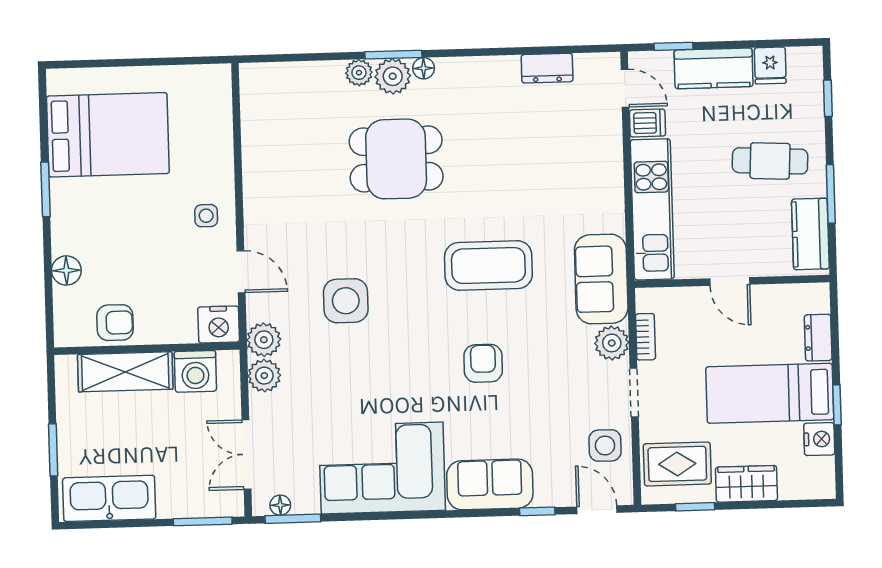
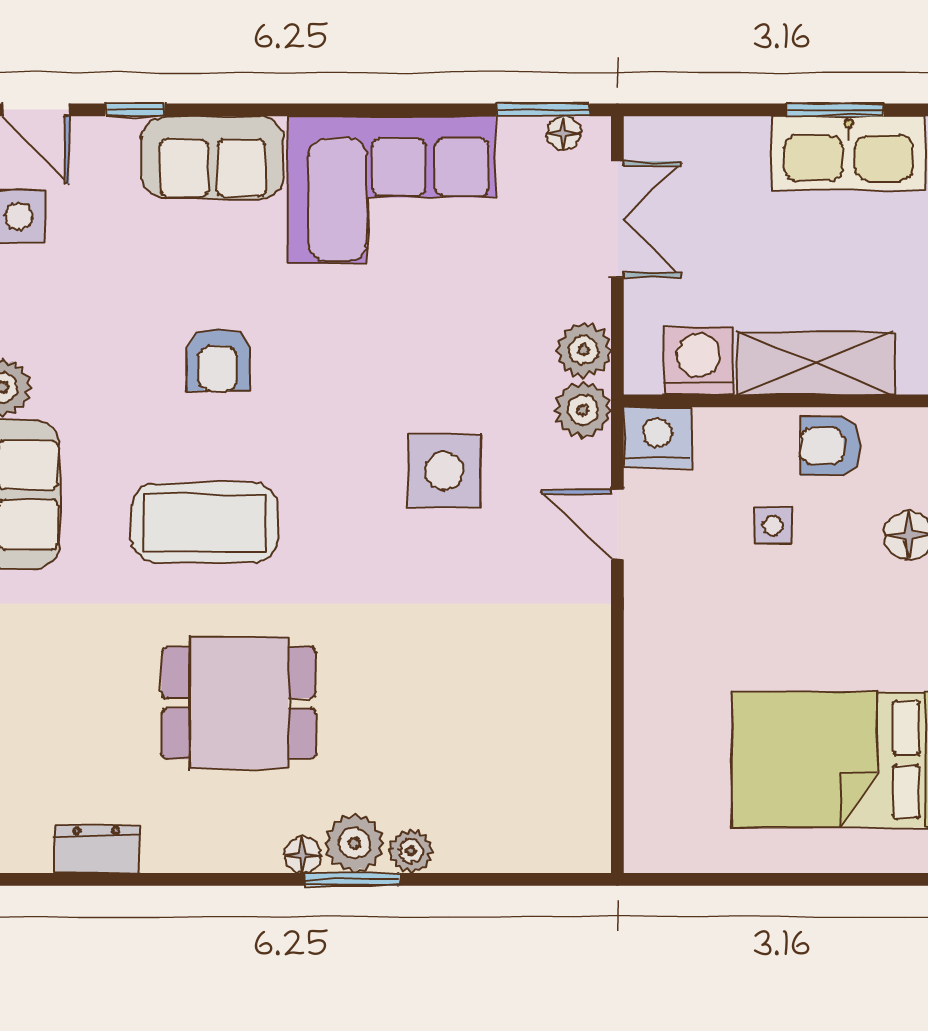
dining table: (396, 159) -> (239, 703), moved
side table: (206, 216) -> (773, 526), moved
window: (203, 521) -> (835, 110), moved

